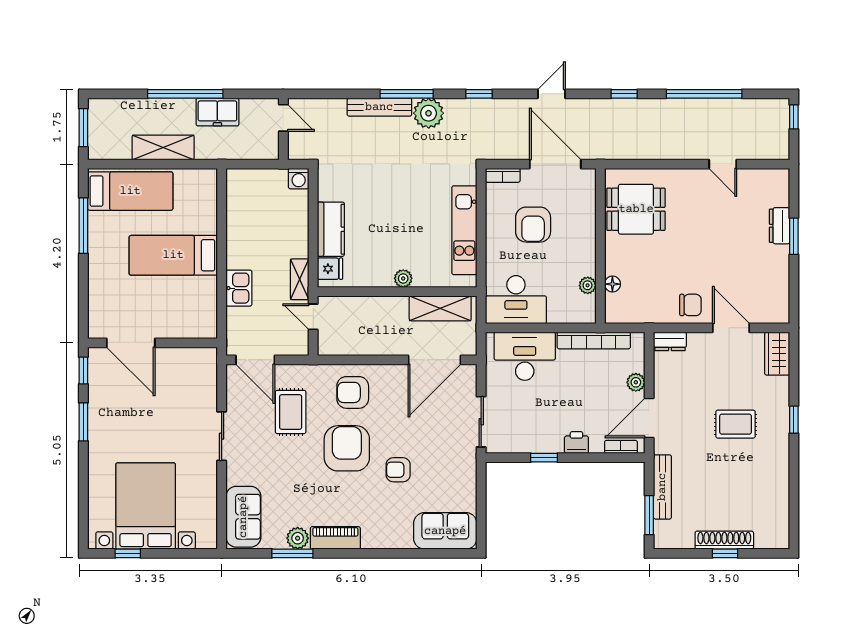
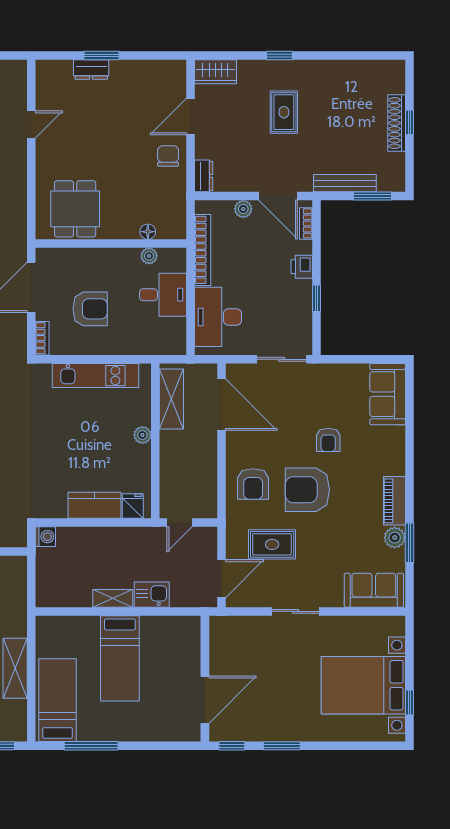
shelving: (300, 279) -> (113, 598), moved
desk: (516, 300) -> (163, 295), moved, width x0.73

